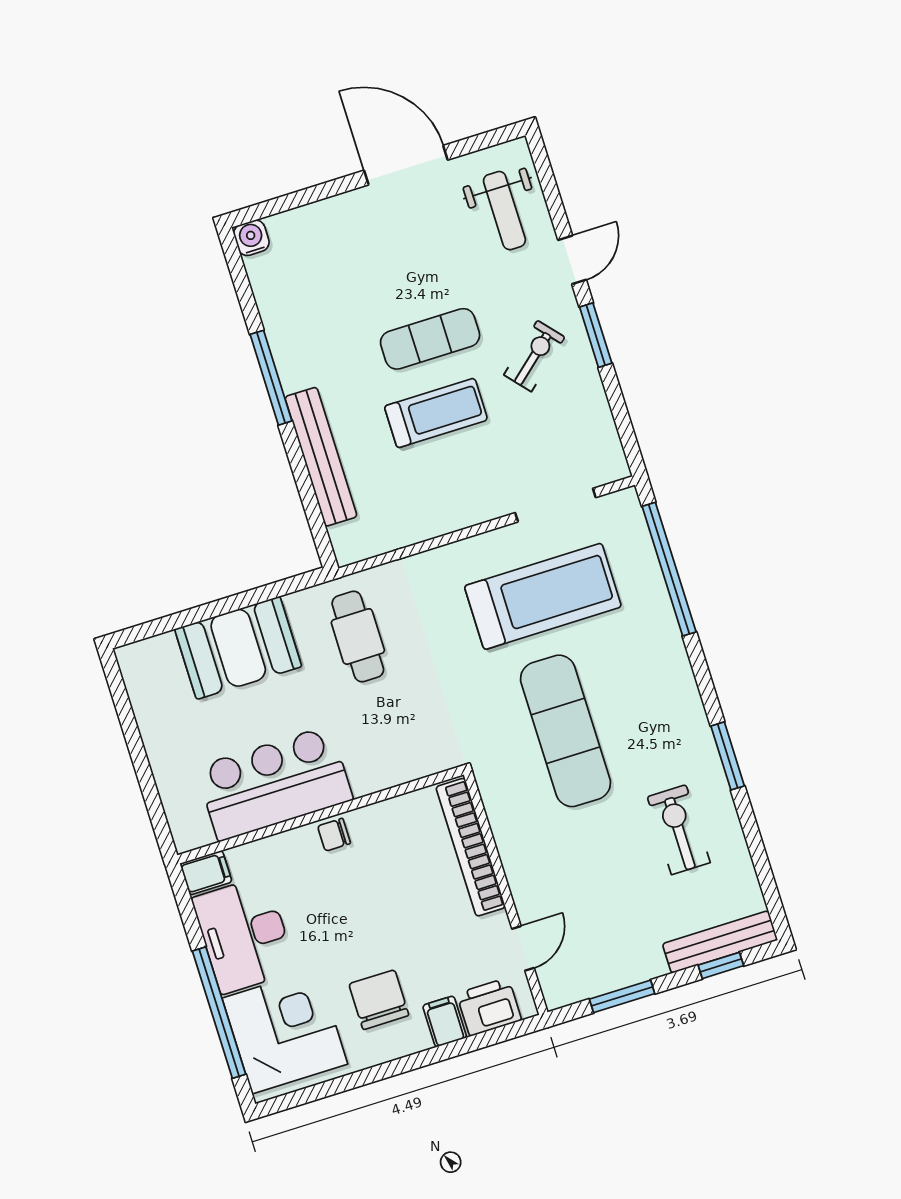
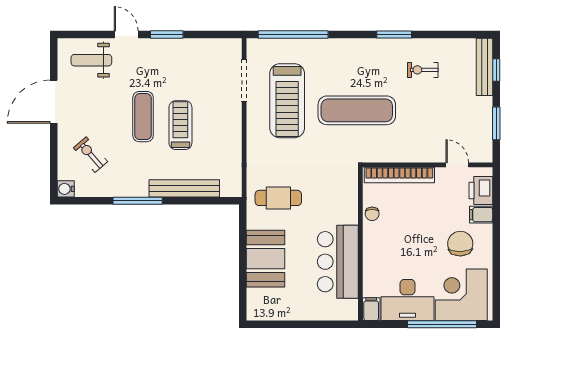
weight bench: (504, 211) -> (91, 60), turned 180
exercise bike: (534, 356) -> (91, 155), moved
treadmill: (543, 596) -> (287, 101), turned 180
exercise bike: (679, 830) -> (423, 70), width x0.73, depth x0.72
chair: (334, 835) -> (372, 214), moved
chair: (379, 1000) -> (460, 244), turned 89

